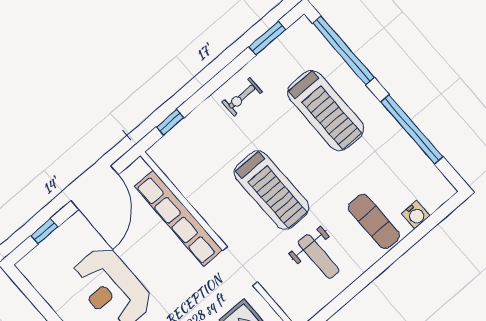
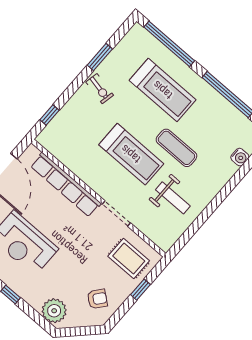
window: (267, 38) -> (100, 57), moved
exercise bike: (242, 97) -> (100, 89), turned -78
exercise mat: (374, 221) -> (176, 148), moved

